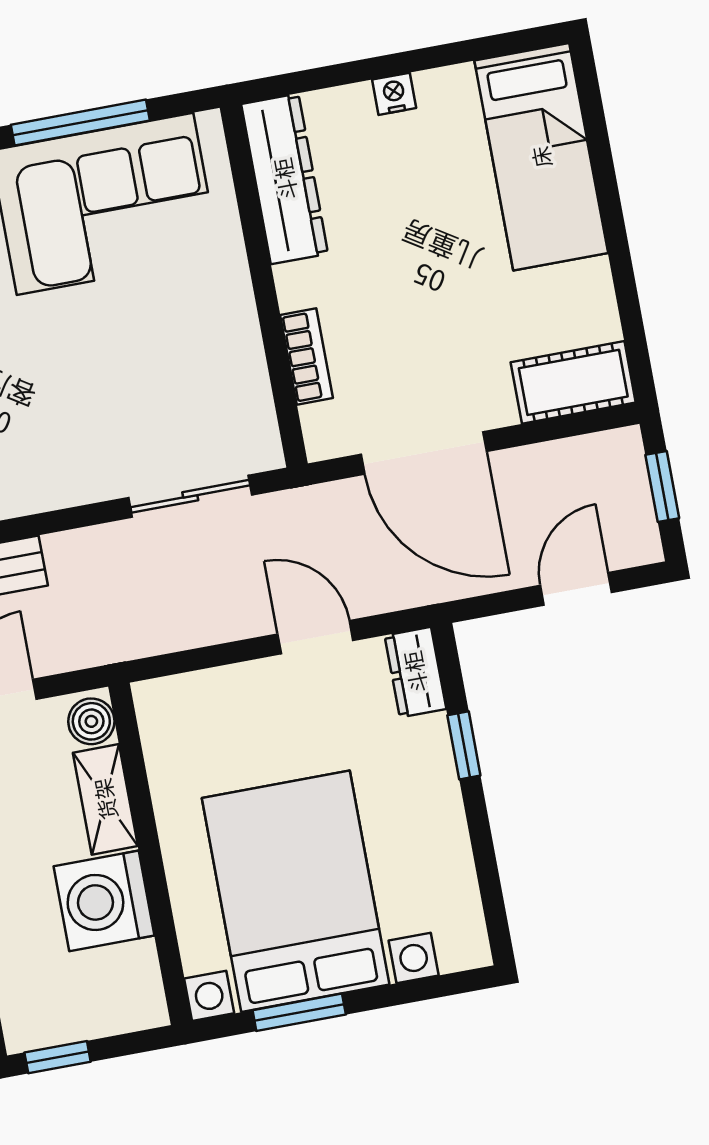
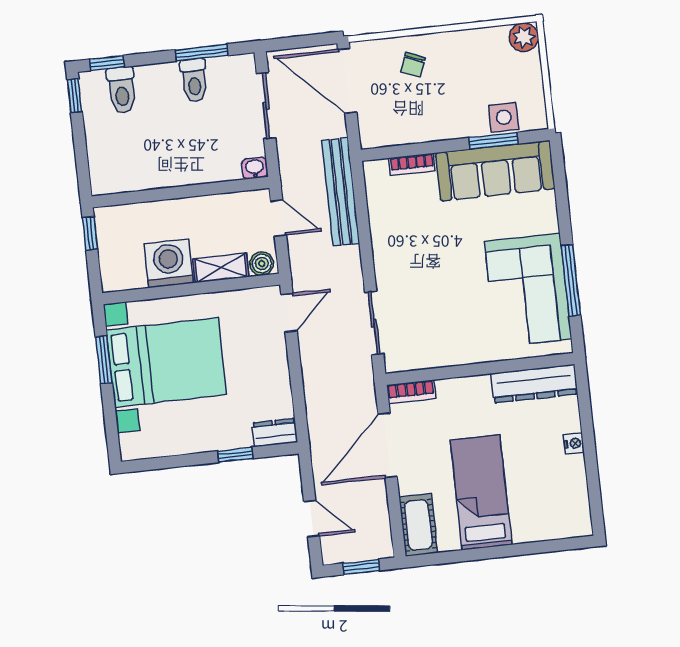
bed: (541, 157) -> (481, 492), moved, turned 90
bookcase: (306, 356) -> (411, 392), moved
door: (315, 637) -> (289, 313), moved

